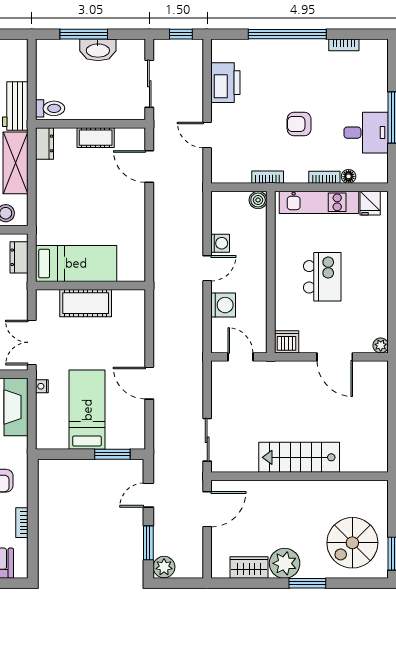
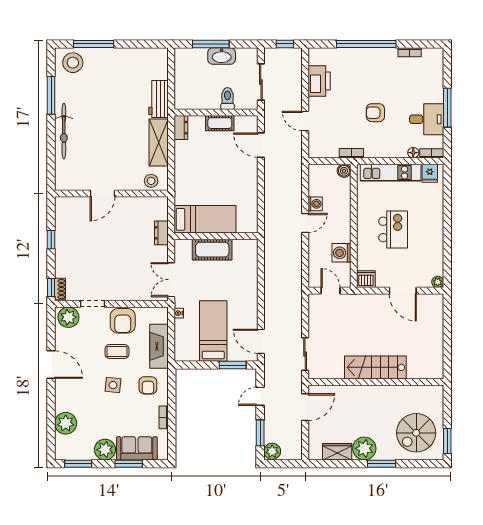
toilet: (50, 108) -> (227, 98), moved, turned -90
bookcase: (324, 177) -> (432, 153), moved
dresser: (19, 257) -> (161, 233), moved
washing machine: (223, 305) -> (341, 253), moved, turned 180
door: (149, 383) -> (261, 341), moved
fireplace: (16, 407) -> (159, 346), moved

